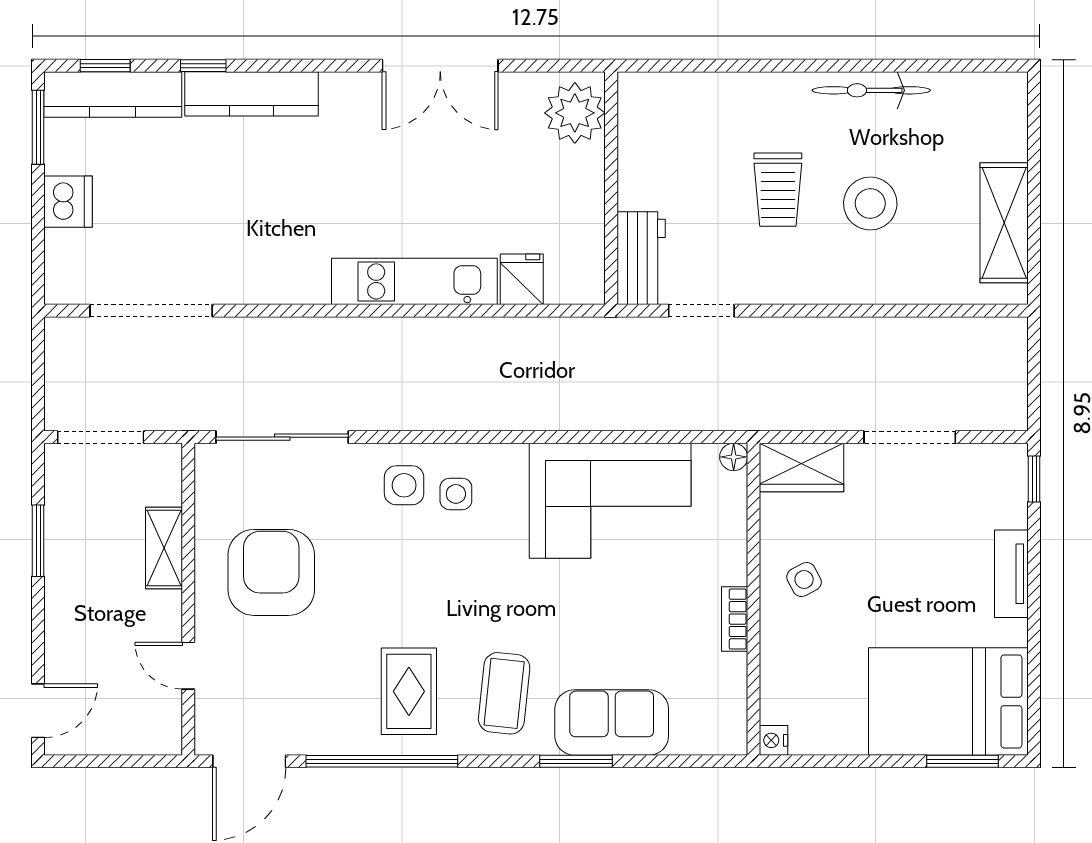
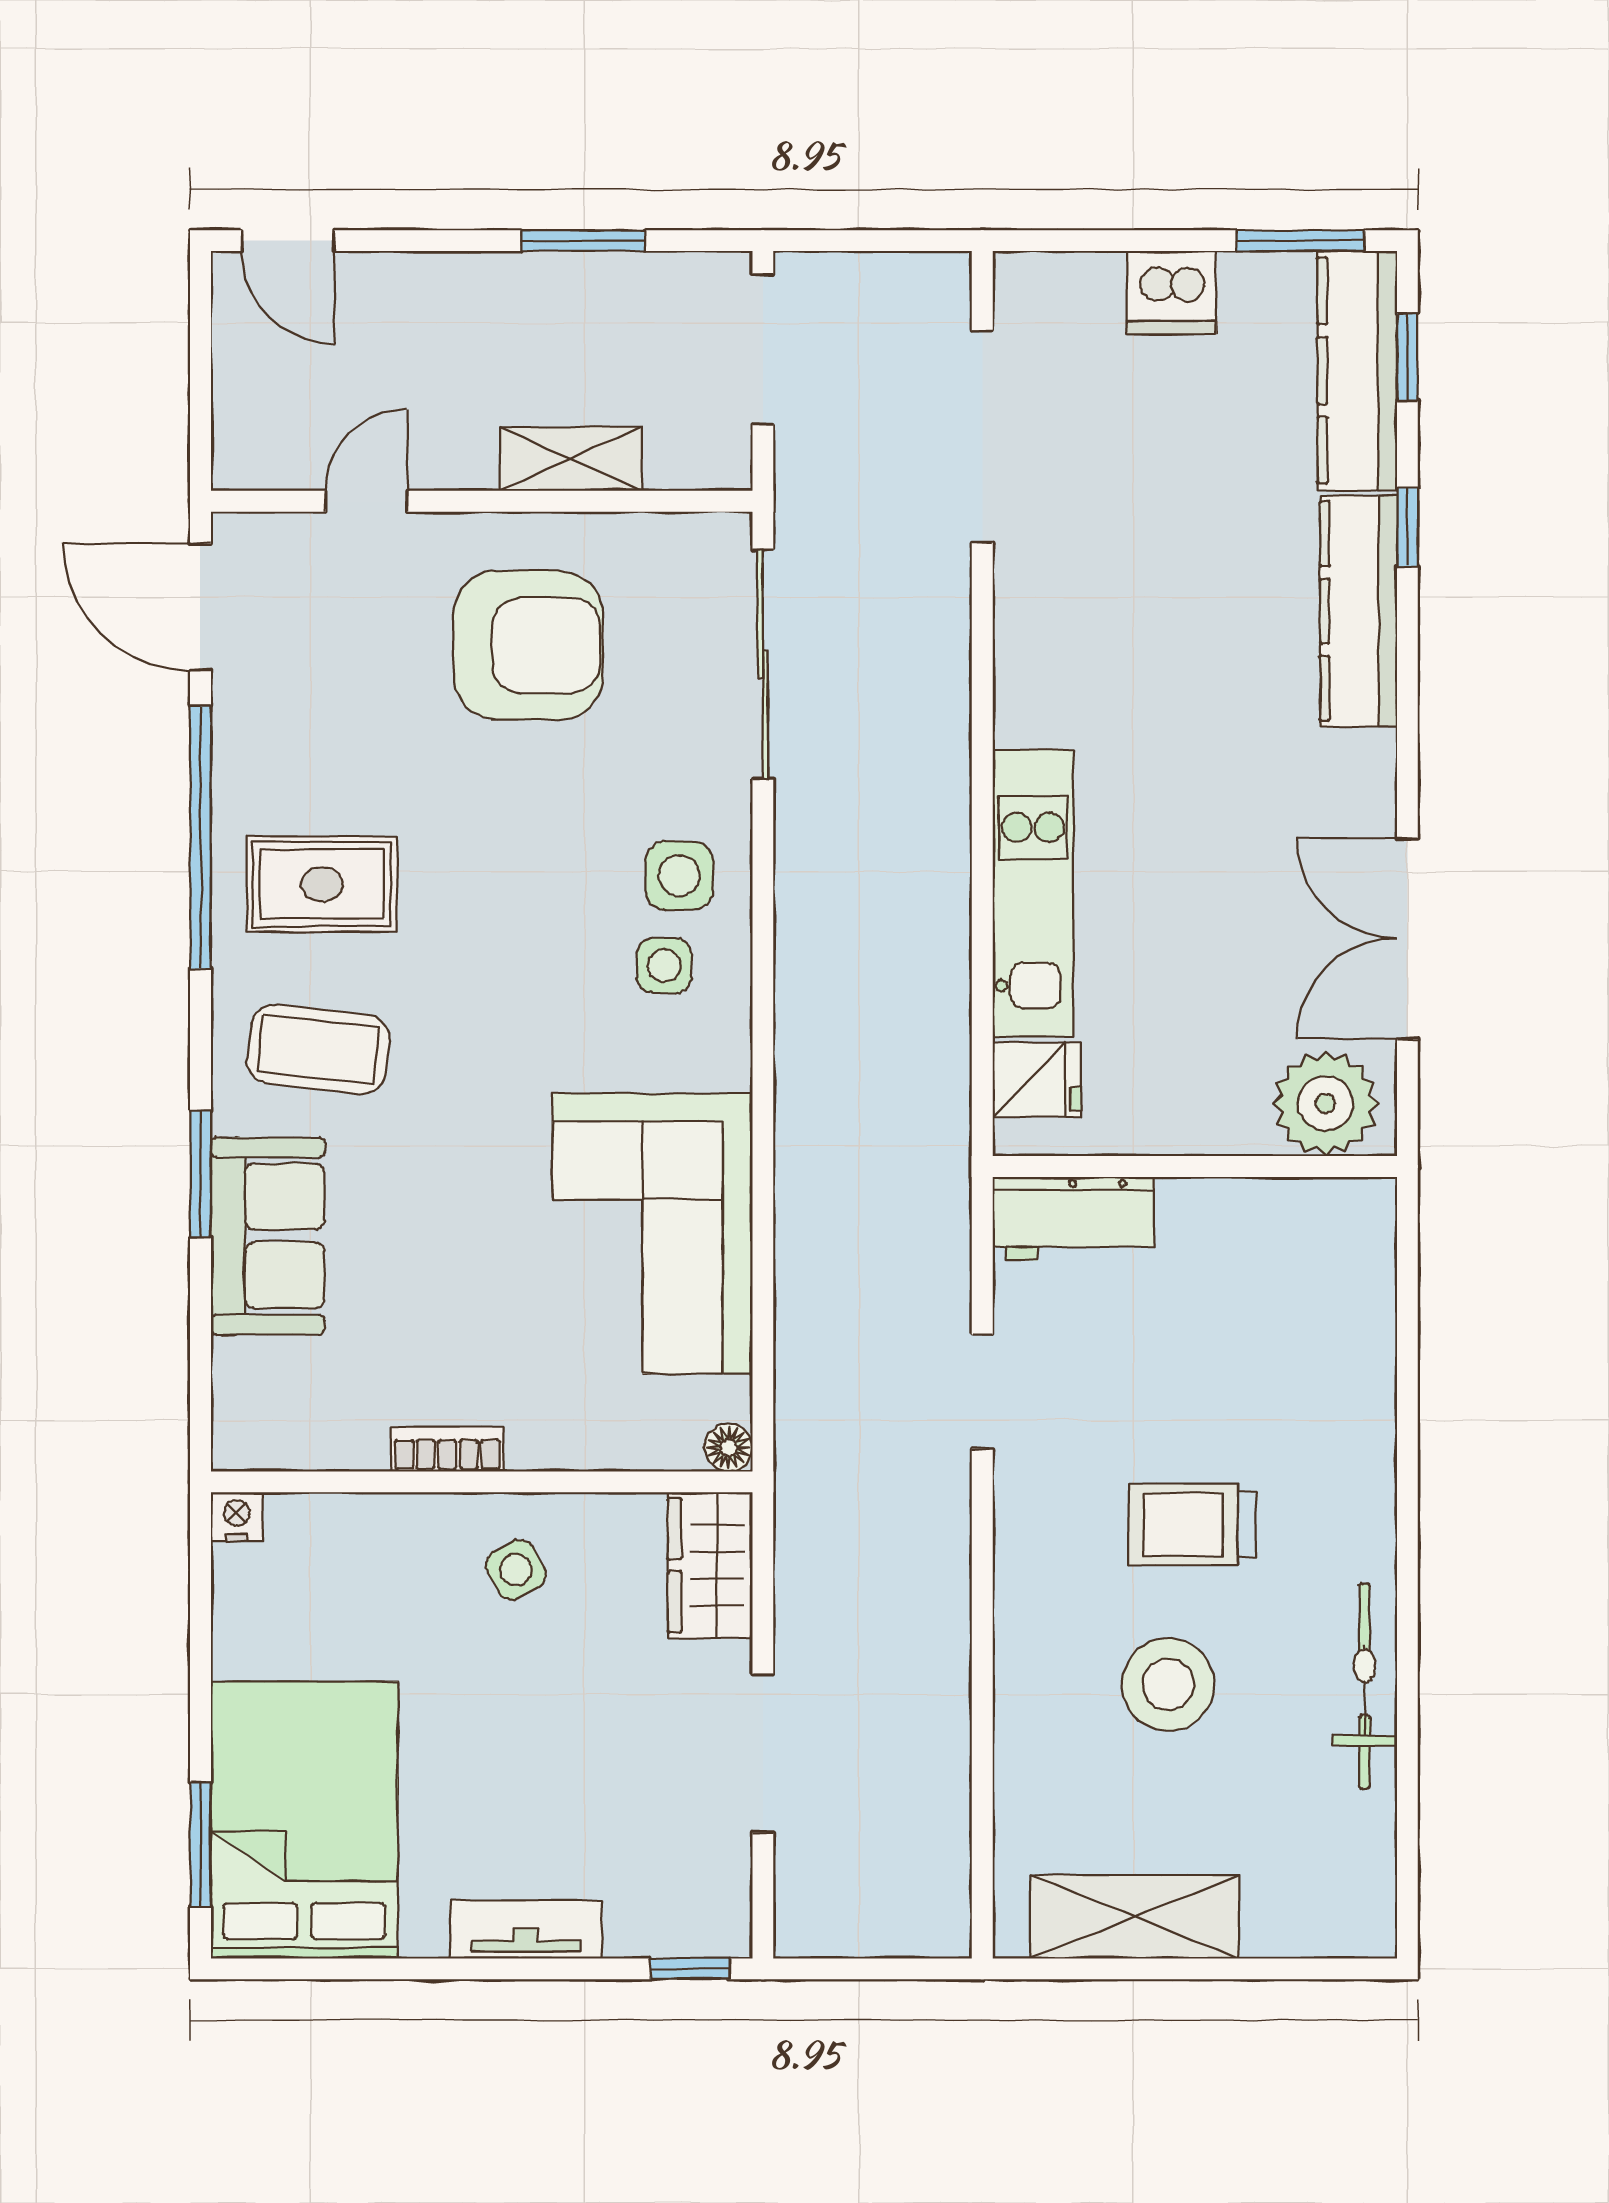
plant: (575, 113) -> (1325, 1103), moved
wall: (611, 188) -> (1195, 1166), moved
workbench: (641, 258) -> (1073, 1219), moved

